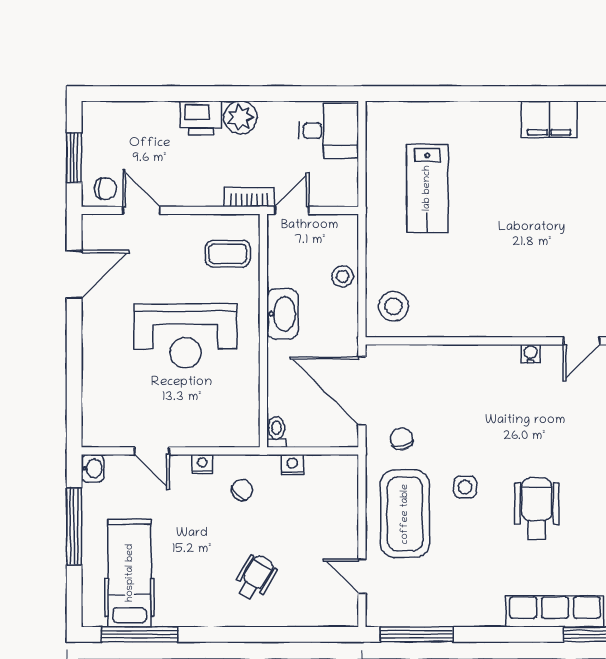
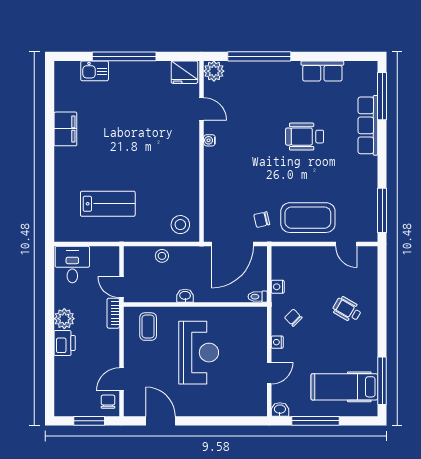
washbasin: (282, 314) -> (185, 296), width x0.52, depth x0.69
side table: (465, 487) -> (291, 181), removed
door: (362, 576) -> (346, 244), hinge flipped

